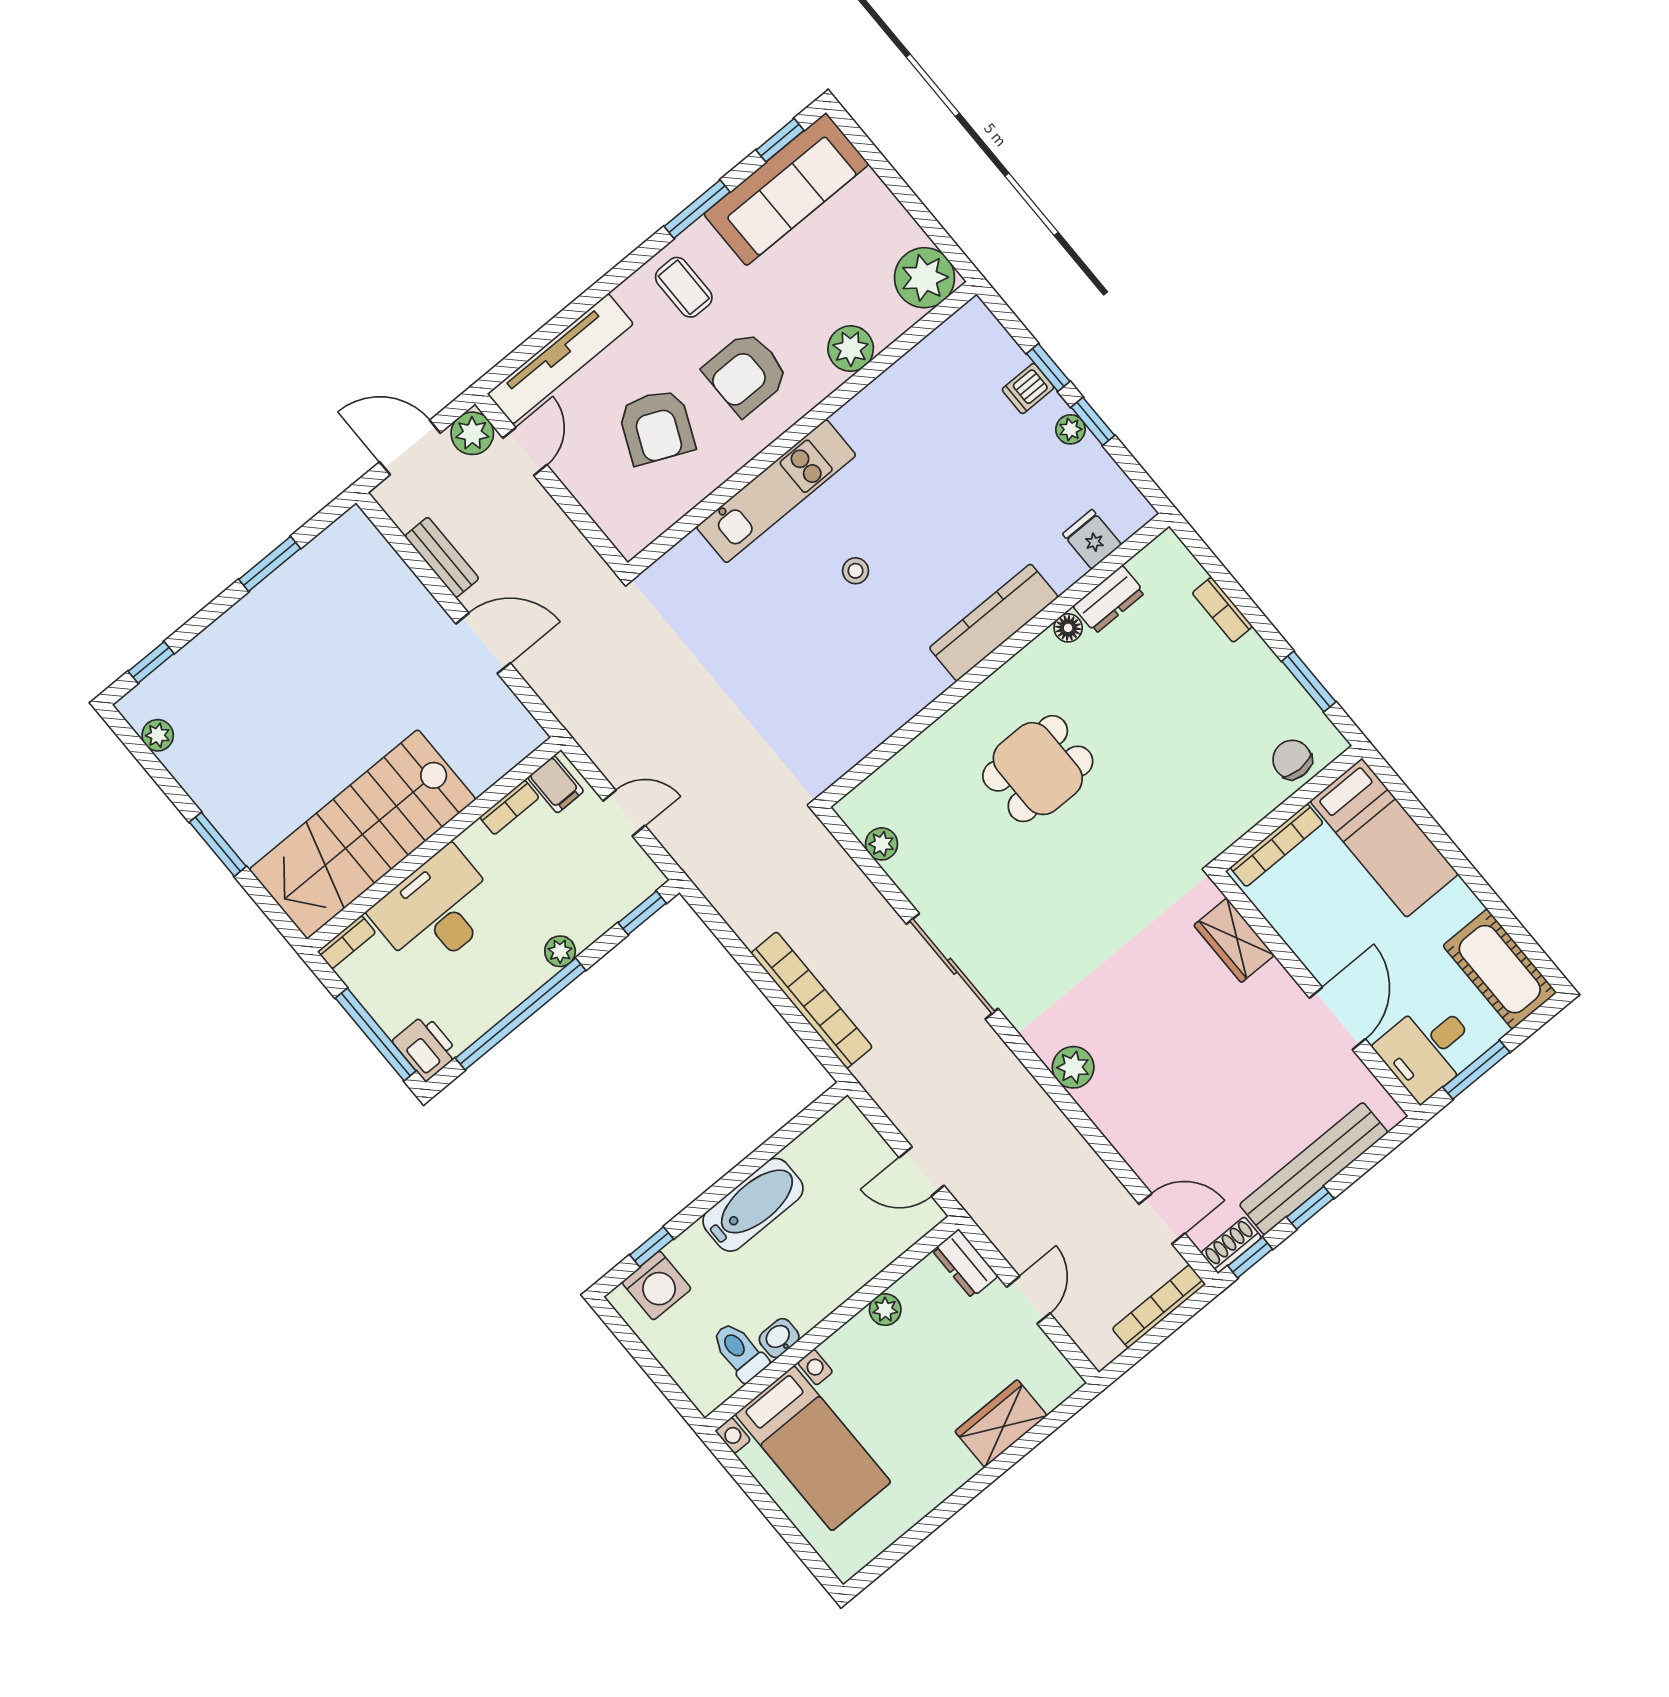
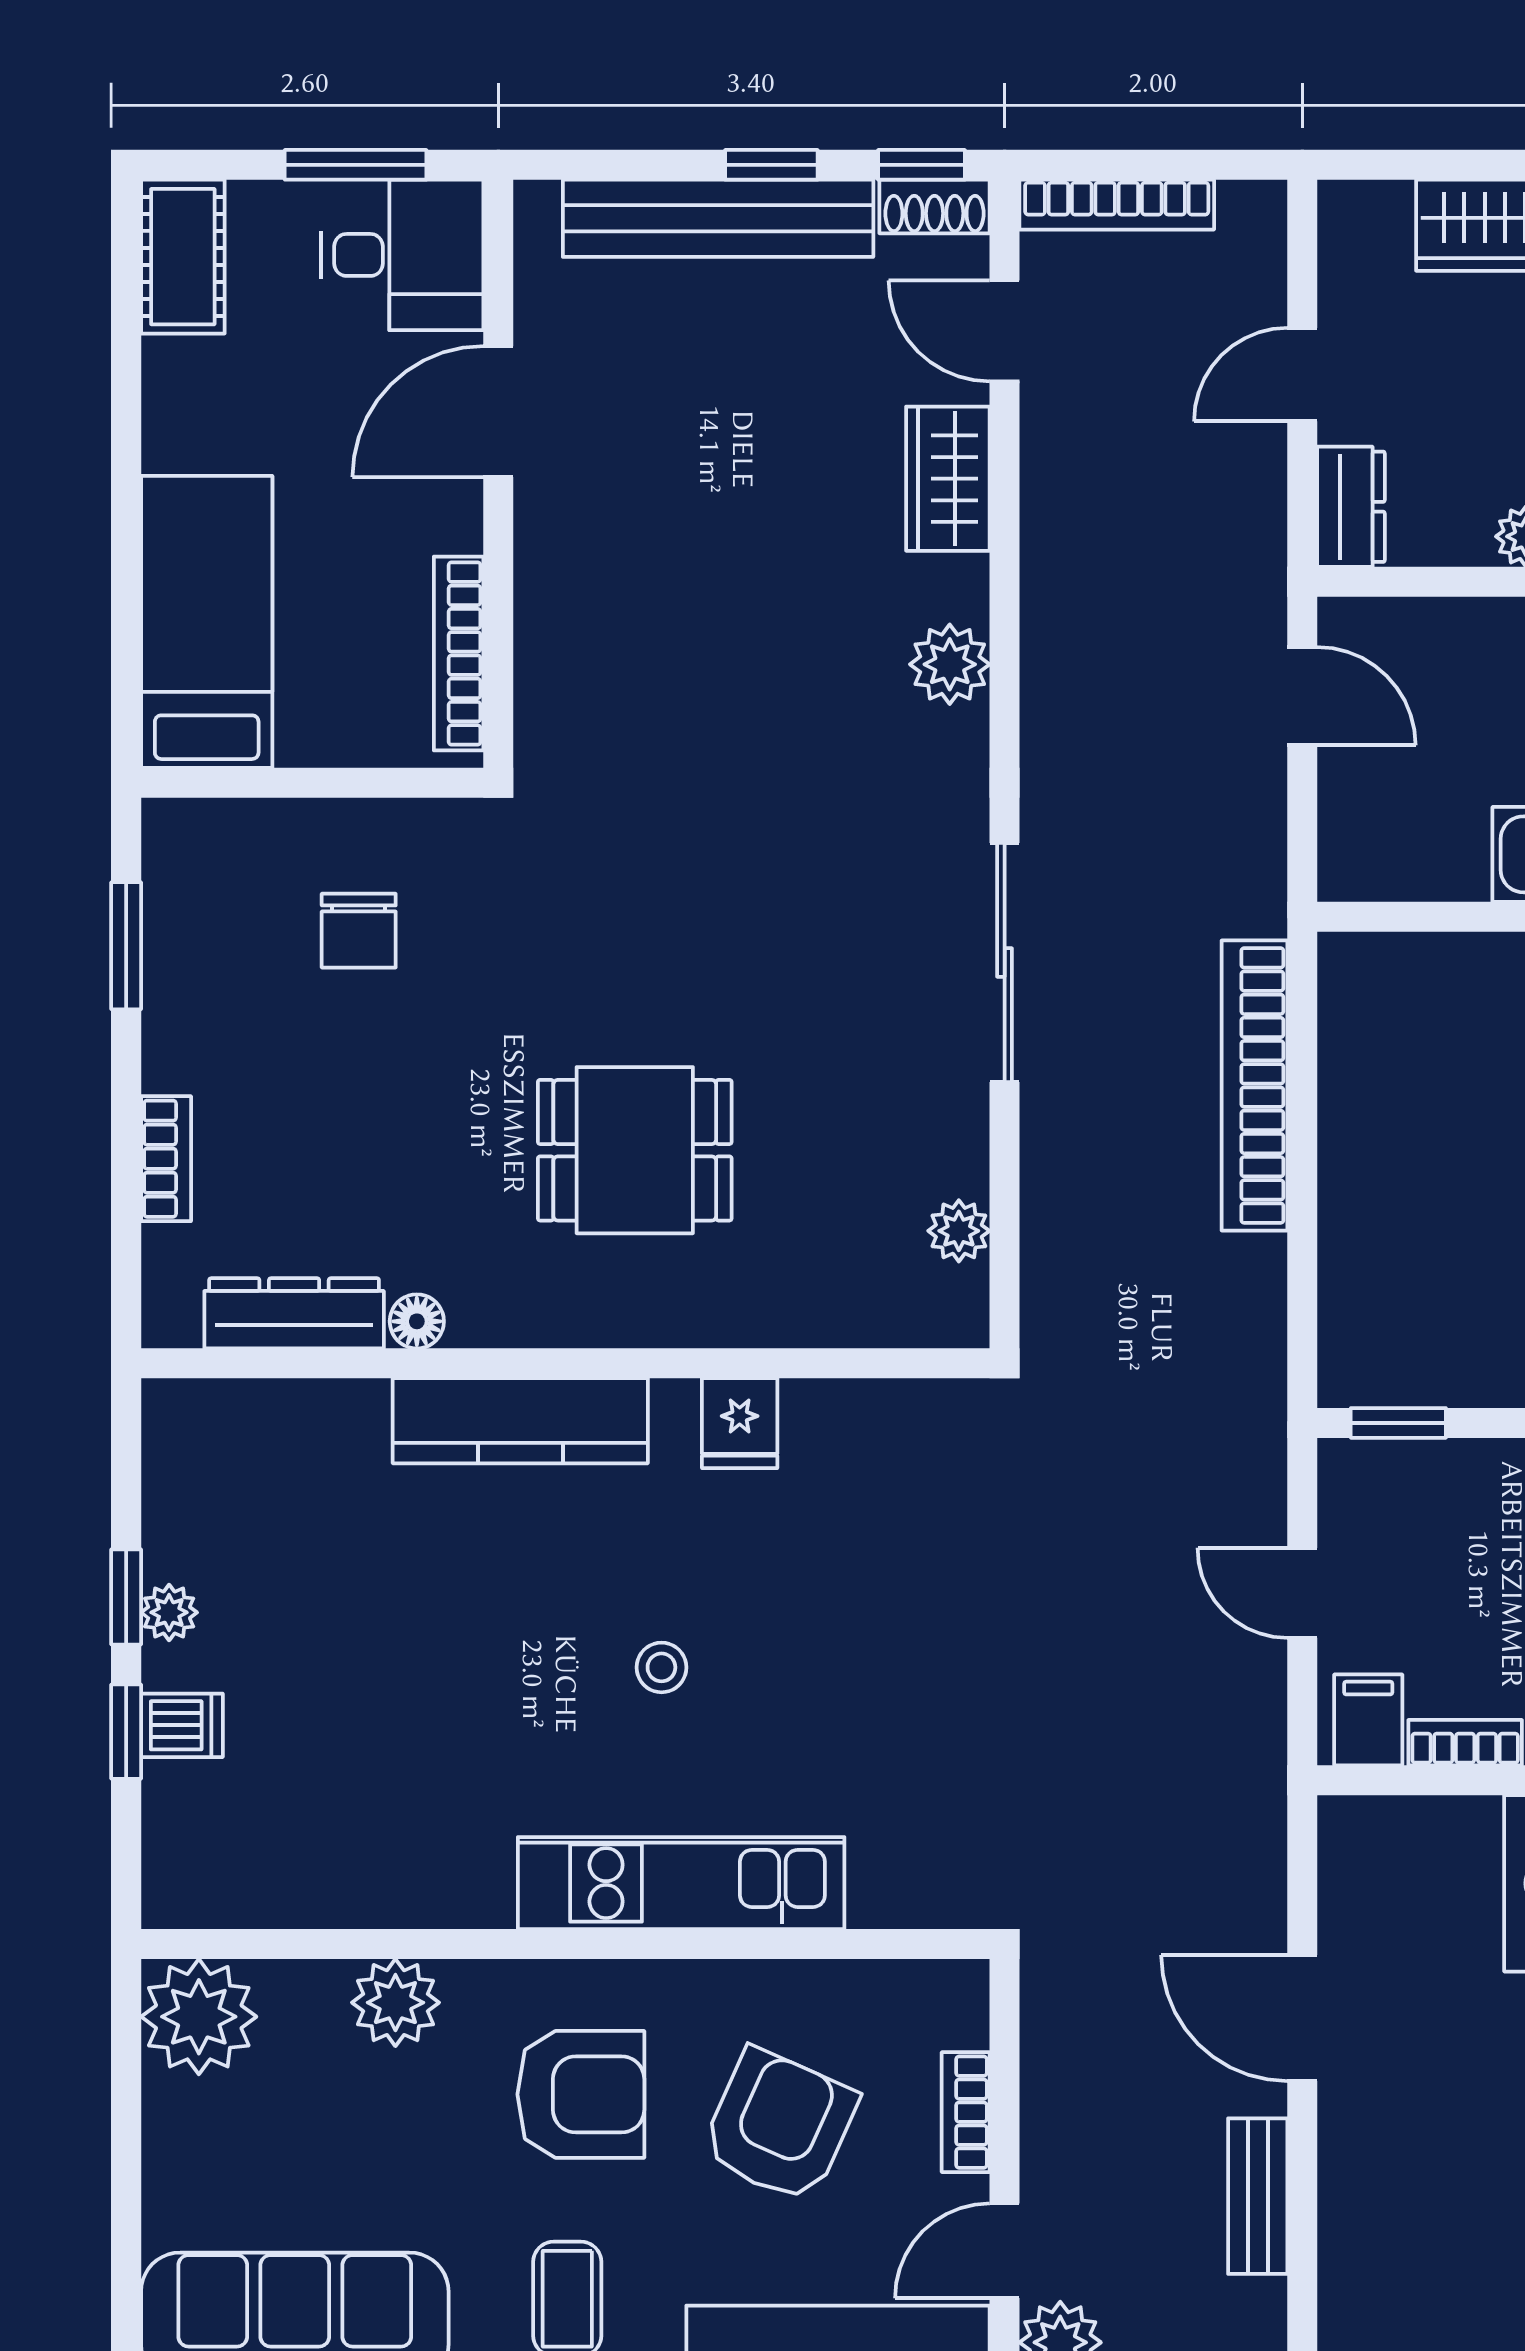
bookcase: (586, 494) -> (966, 2112), added
fridge: (1092, 539) -> (740, 1423), moved
dresser: (1109, 599) -> (294, 1313), width x1.44
chair: (1292, 760) -> (359, 931), moved
bookcase: (1277, 845) -> (459, 654), moved, turned -90
wardrobe: (1234, 940) -> (948, 479), moved, turned 180
cot: (1500, 969) -> (183, 257), width x0.73, depth x0.75

